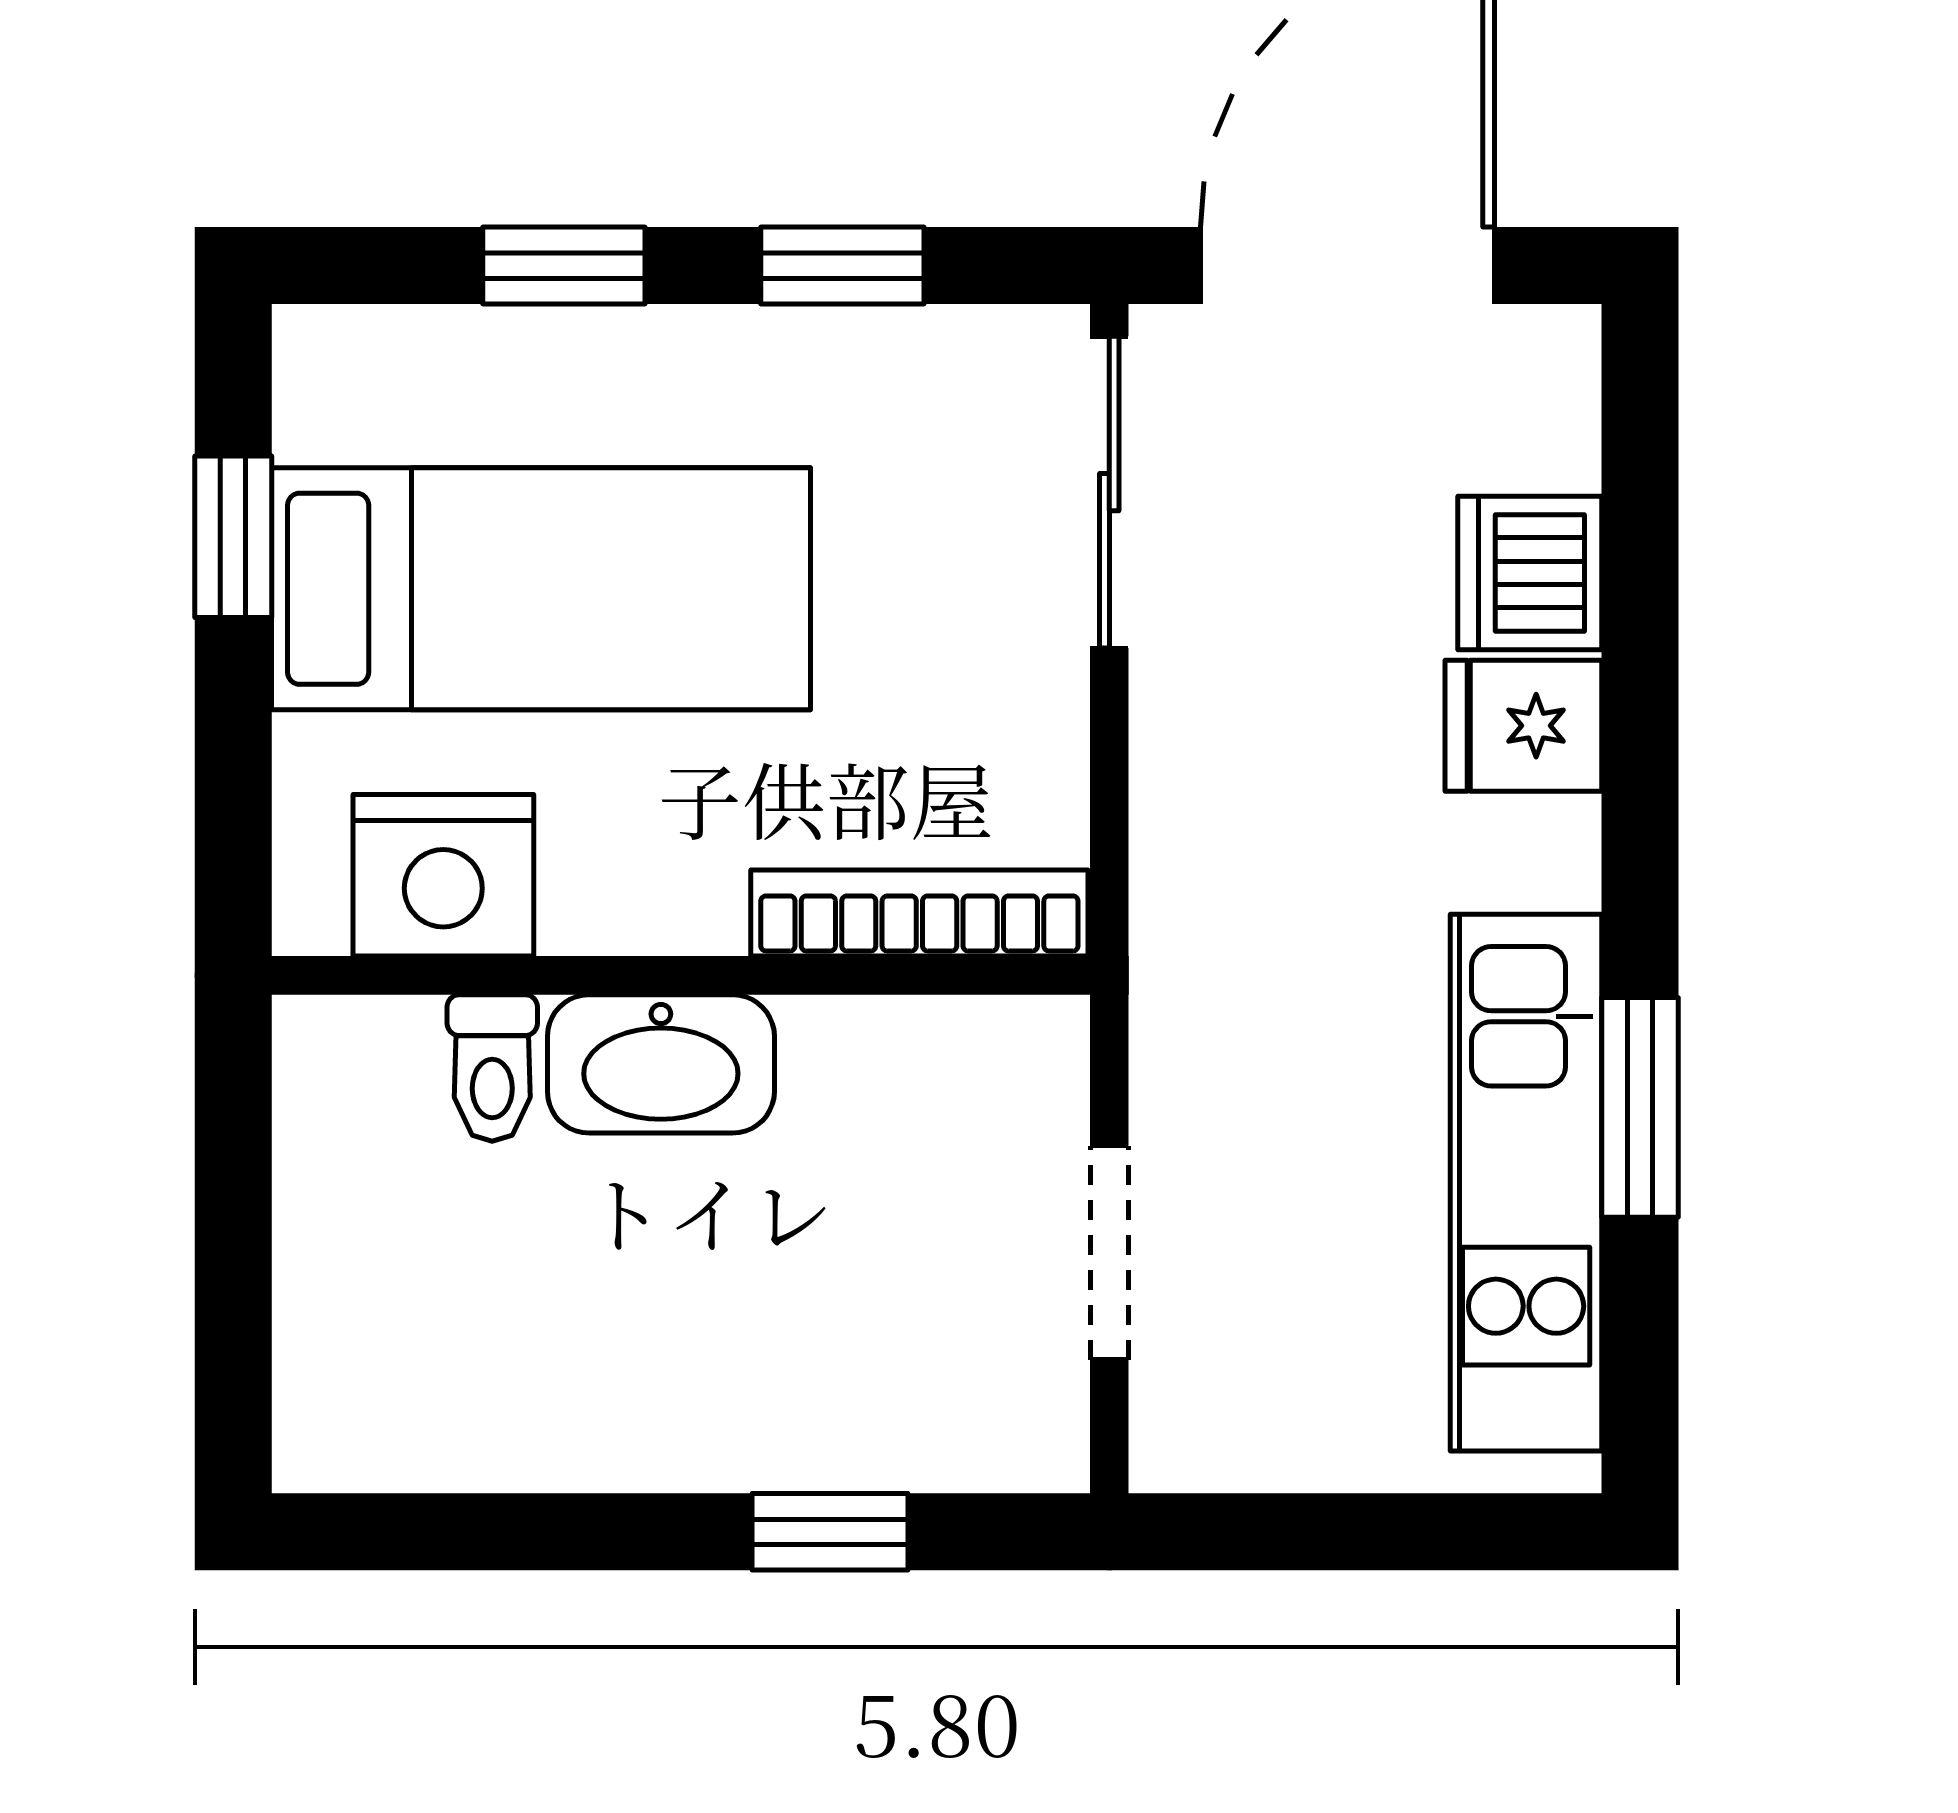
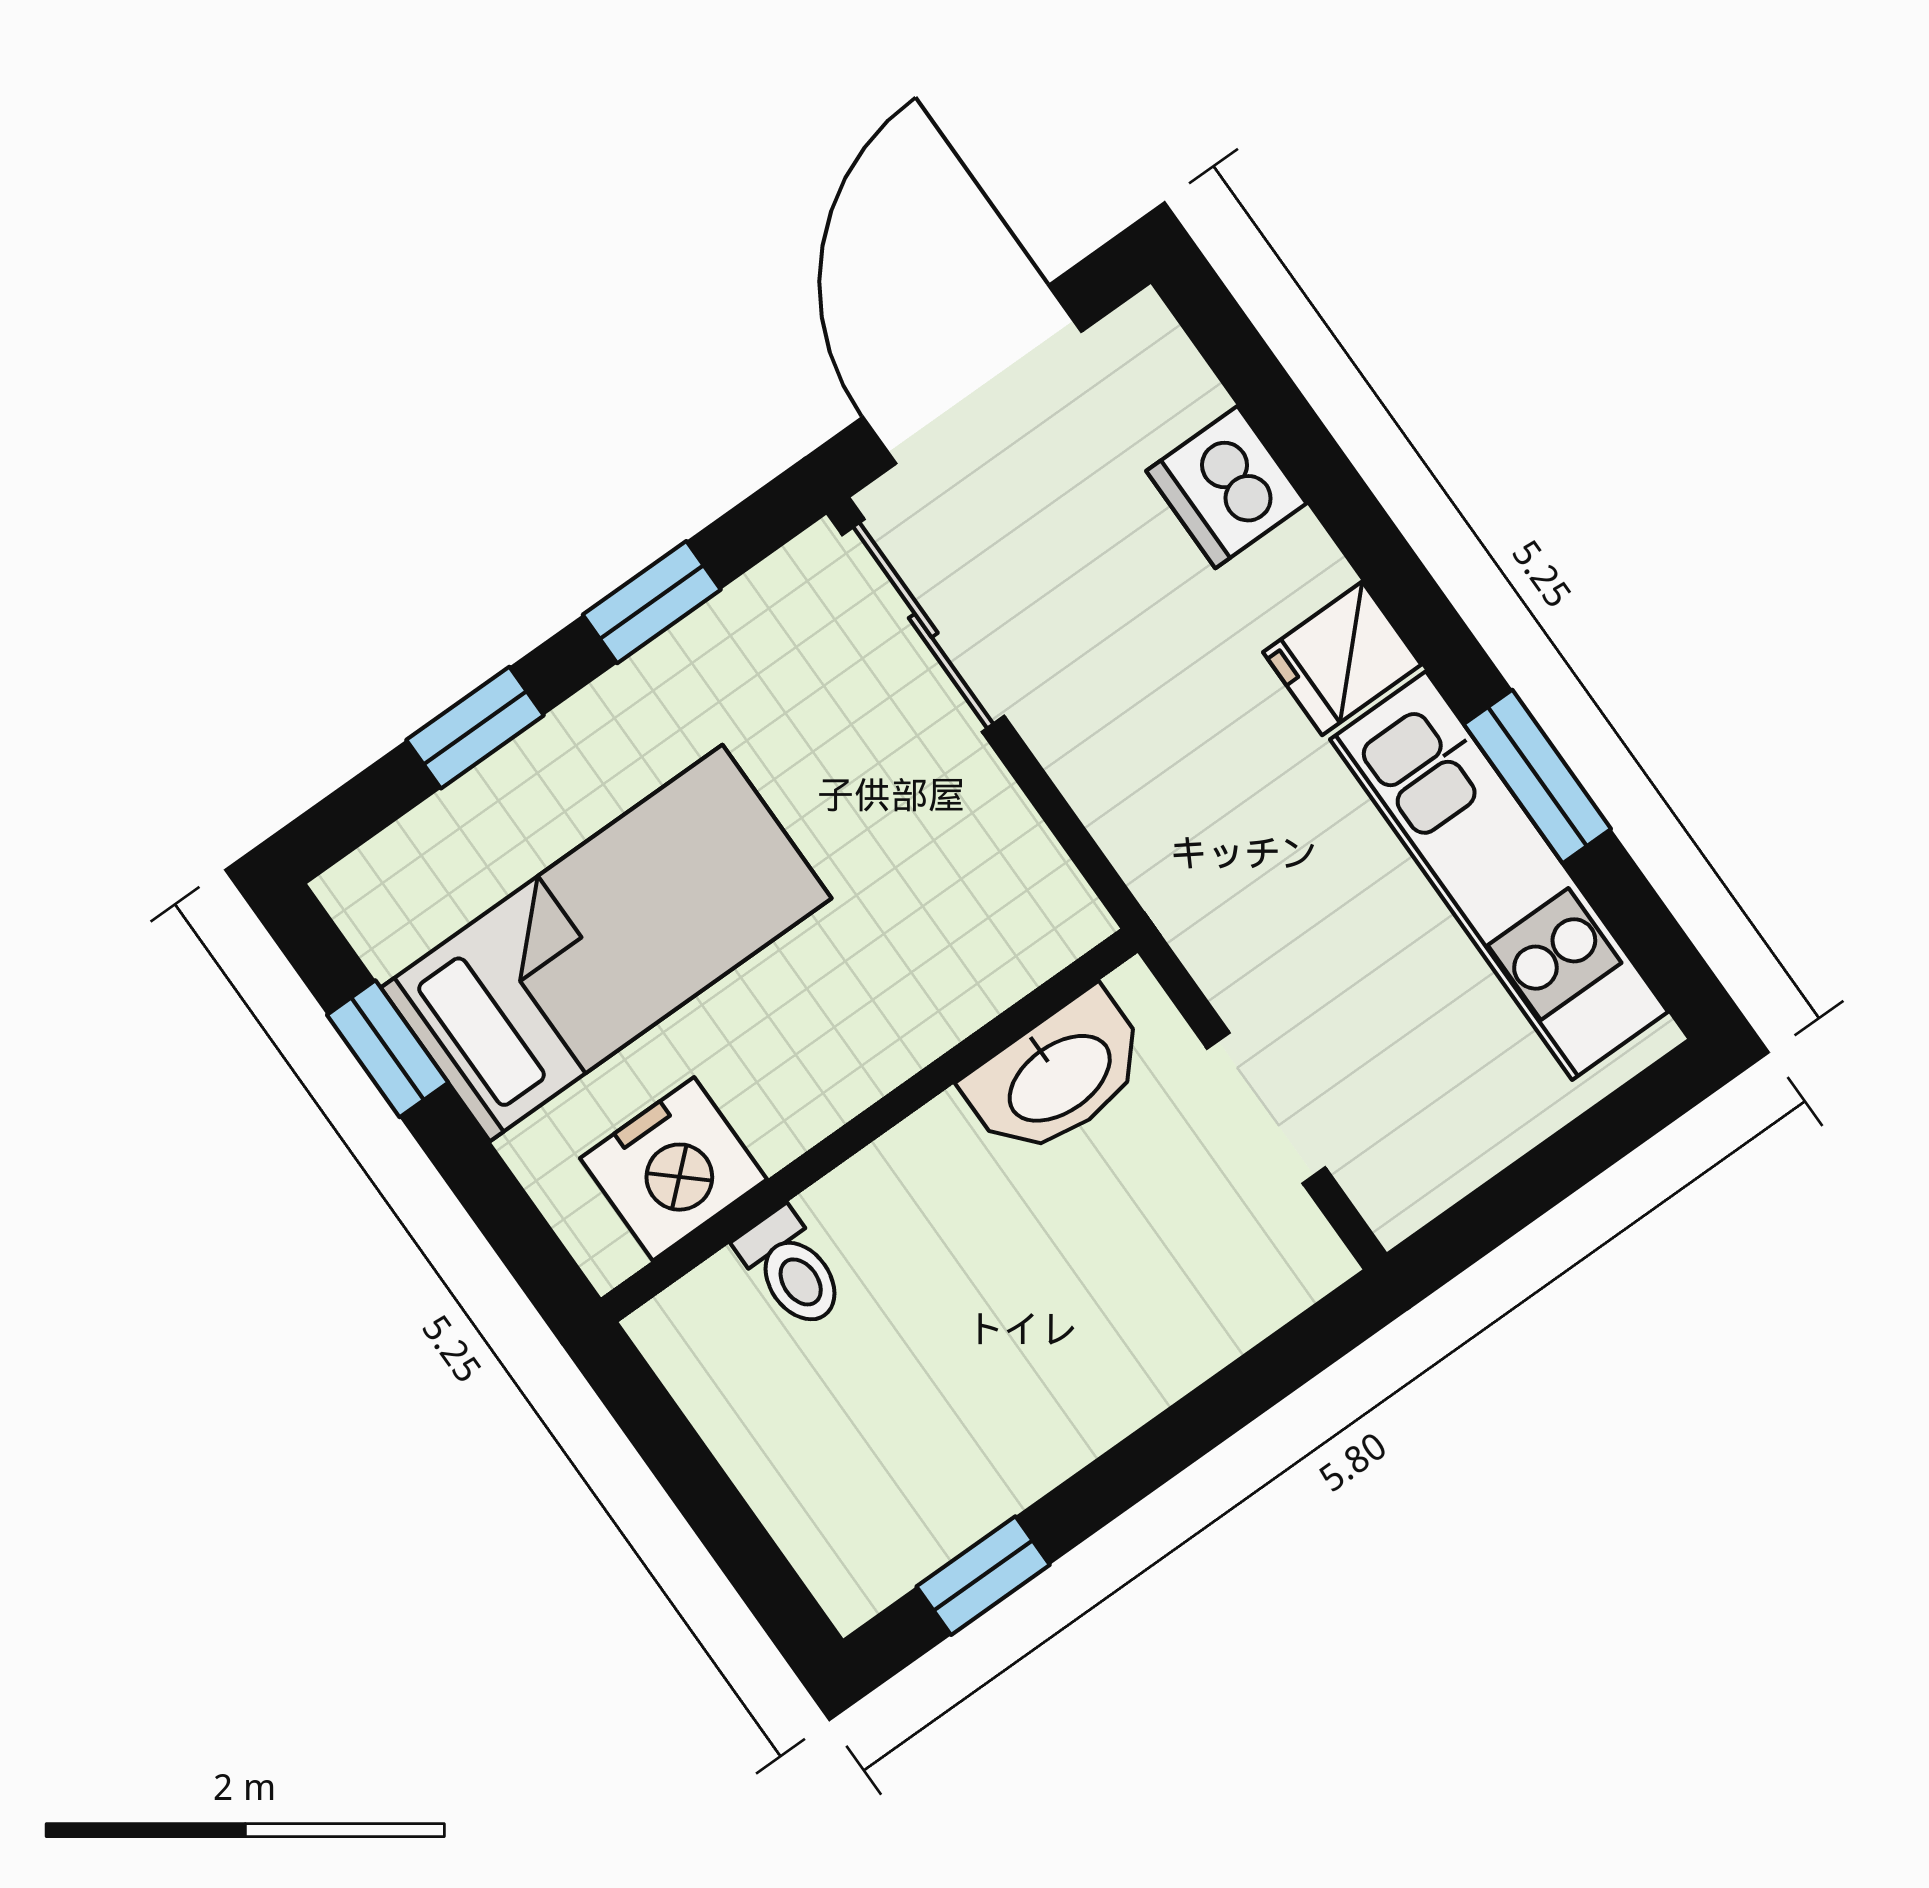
fridge: (1523, 726) -> (1342, 658), moved
bookcase: (919, 913) -> (993, 978), removed
washbasin: (661, 1064) -> (1058, 1076), moved
window: (830, 1532) -> (983, 1576), moved

